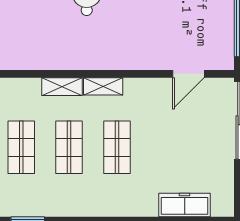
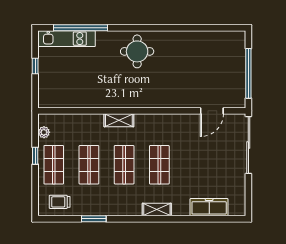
shelving: (103, 86) -> (157, 210), moved

